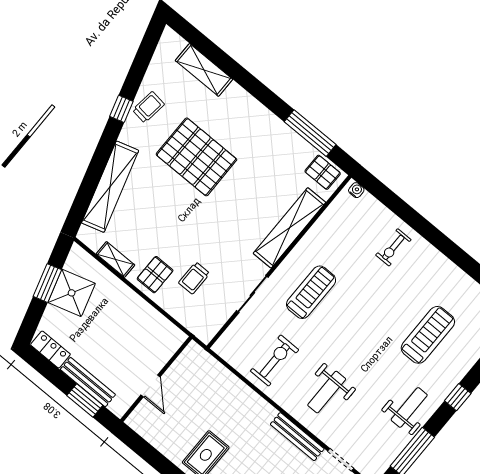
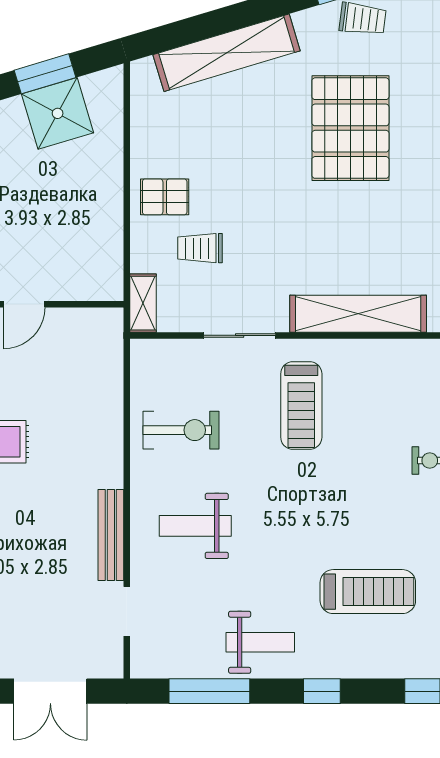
shelving: (115, 259) -> (143, 303), moved
treadmill: (311, 292) -> (301, 406), turned 90

